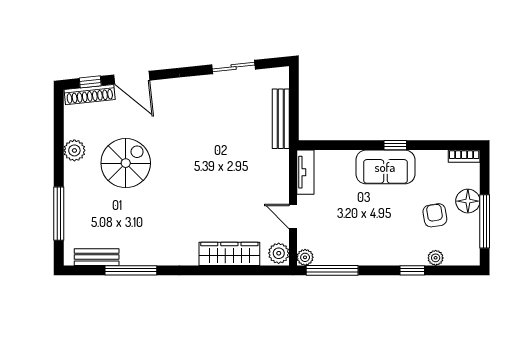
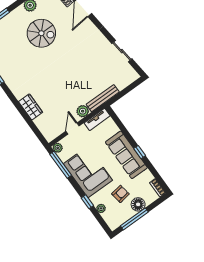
bench: (281, 119) -> (103, 98), moved
sofa: (385, 167) -> (126, 155), width x1.36
corner sofa: (370, 239) -> (88, 172), added
plant: (279, 253) -> (83, 111), moved
wardrobe: (229, 254) -> (31, 107), width x0.67

